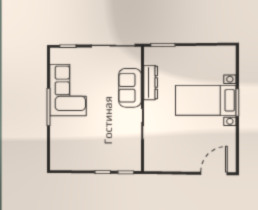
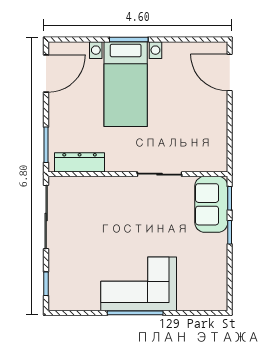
door: (213, 44) -> (46, 73), added
dresser: (151, 82) -> (80, 162), moved
sofa: (130, 88) -> (211, 204), moved, turned 90
corner sofa: (68, 90) -> (139, 284), moved

